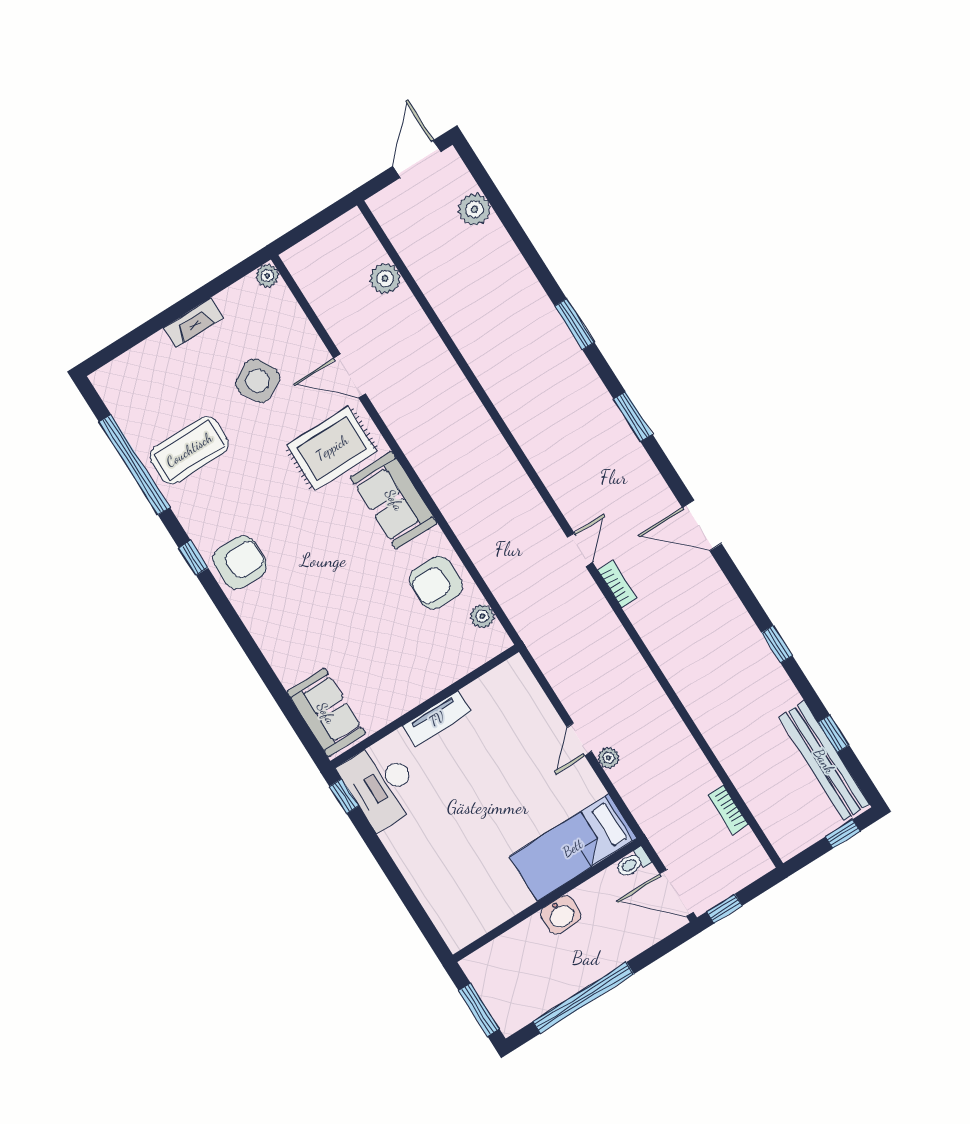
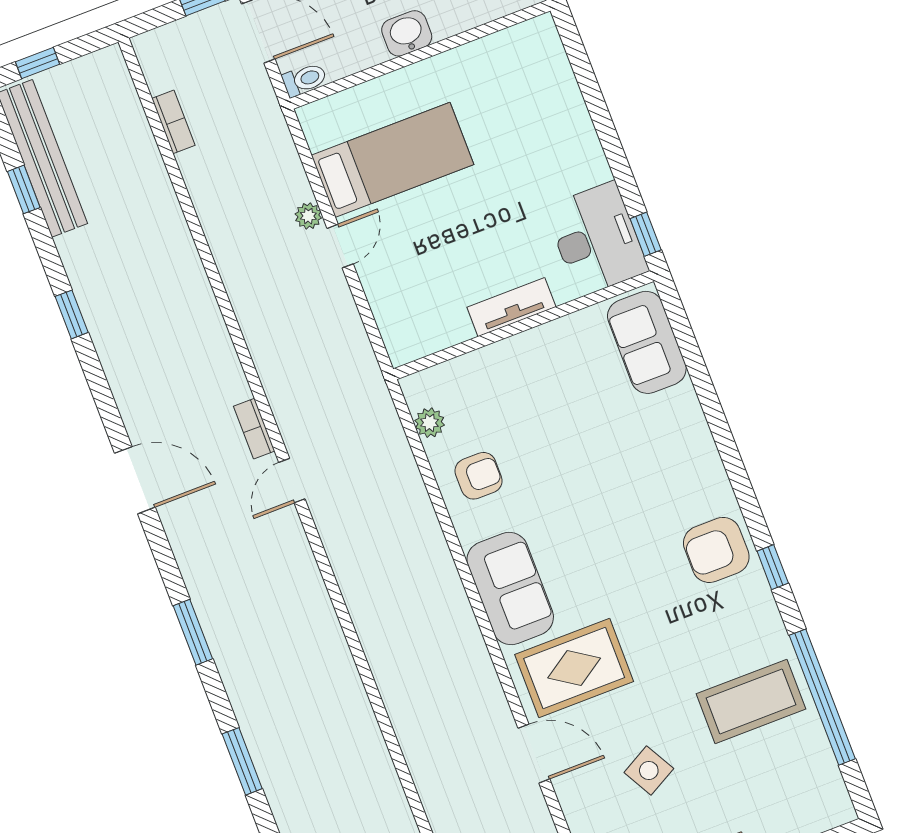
side table: (258, 381) -> (649, 770), width x0.73, depth x0.73
armchair: (436, 583) -> (479, 476), width x0.72, depth x0.72
bed: (573, 848) -> (392, 160), moved

